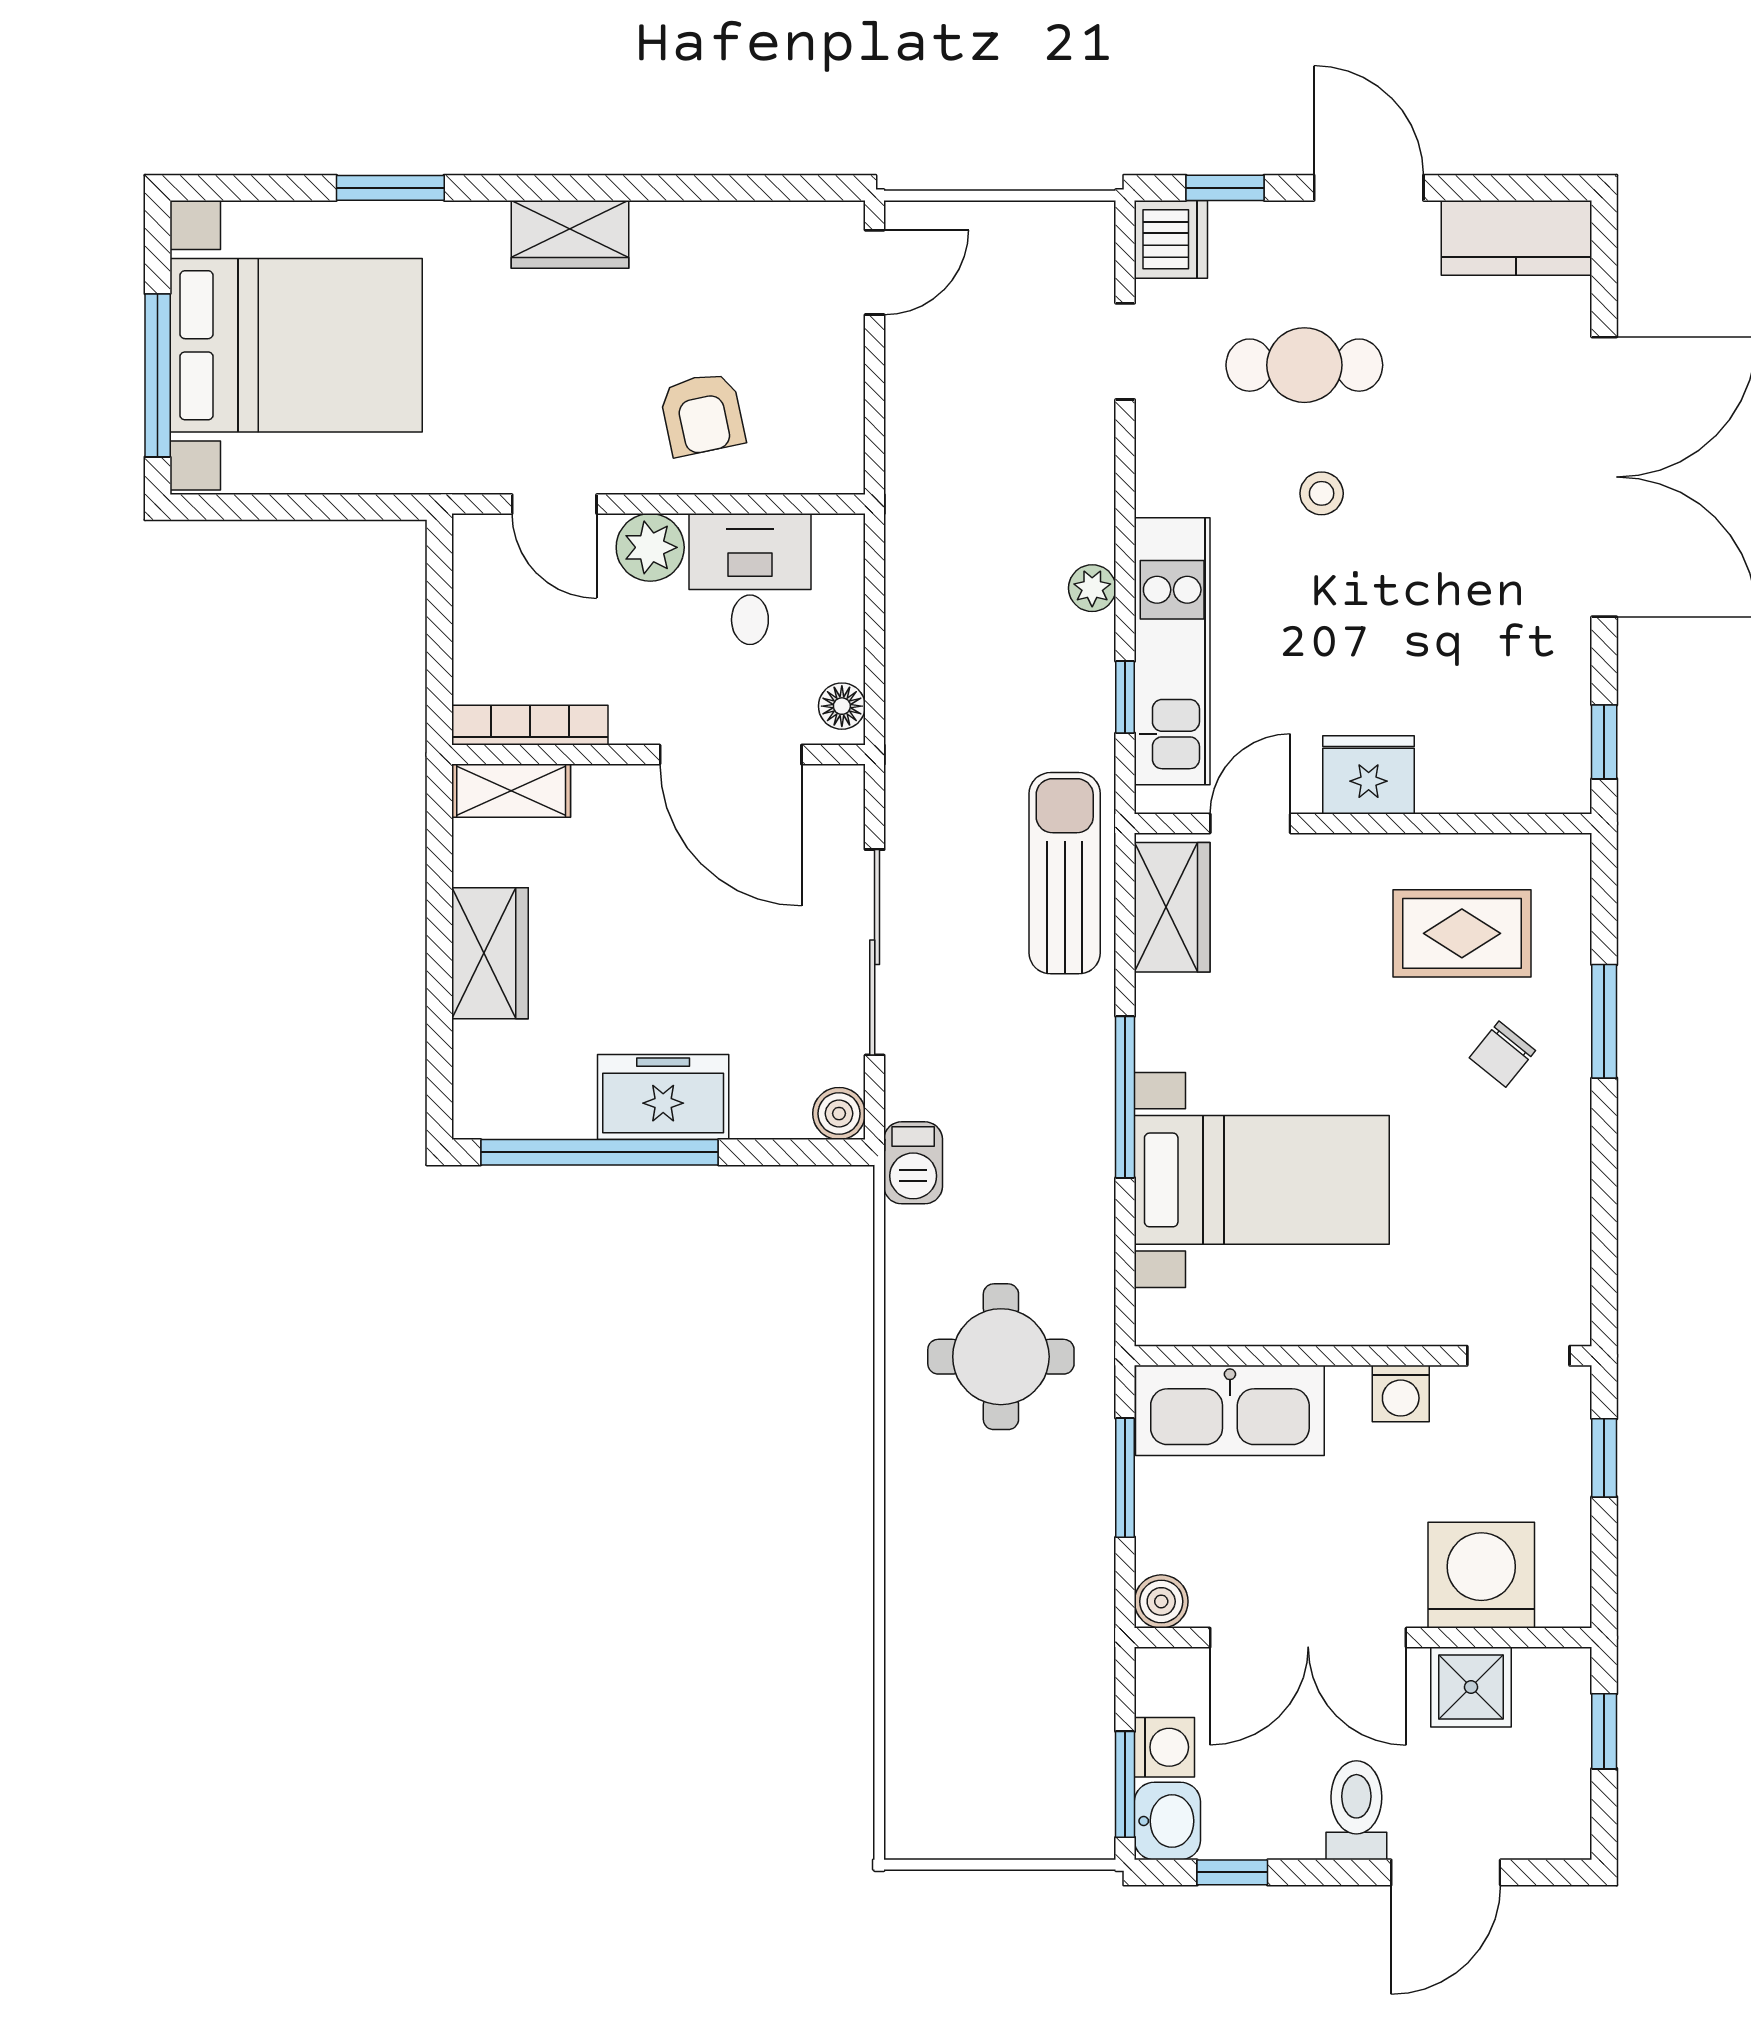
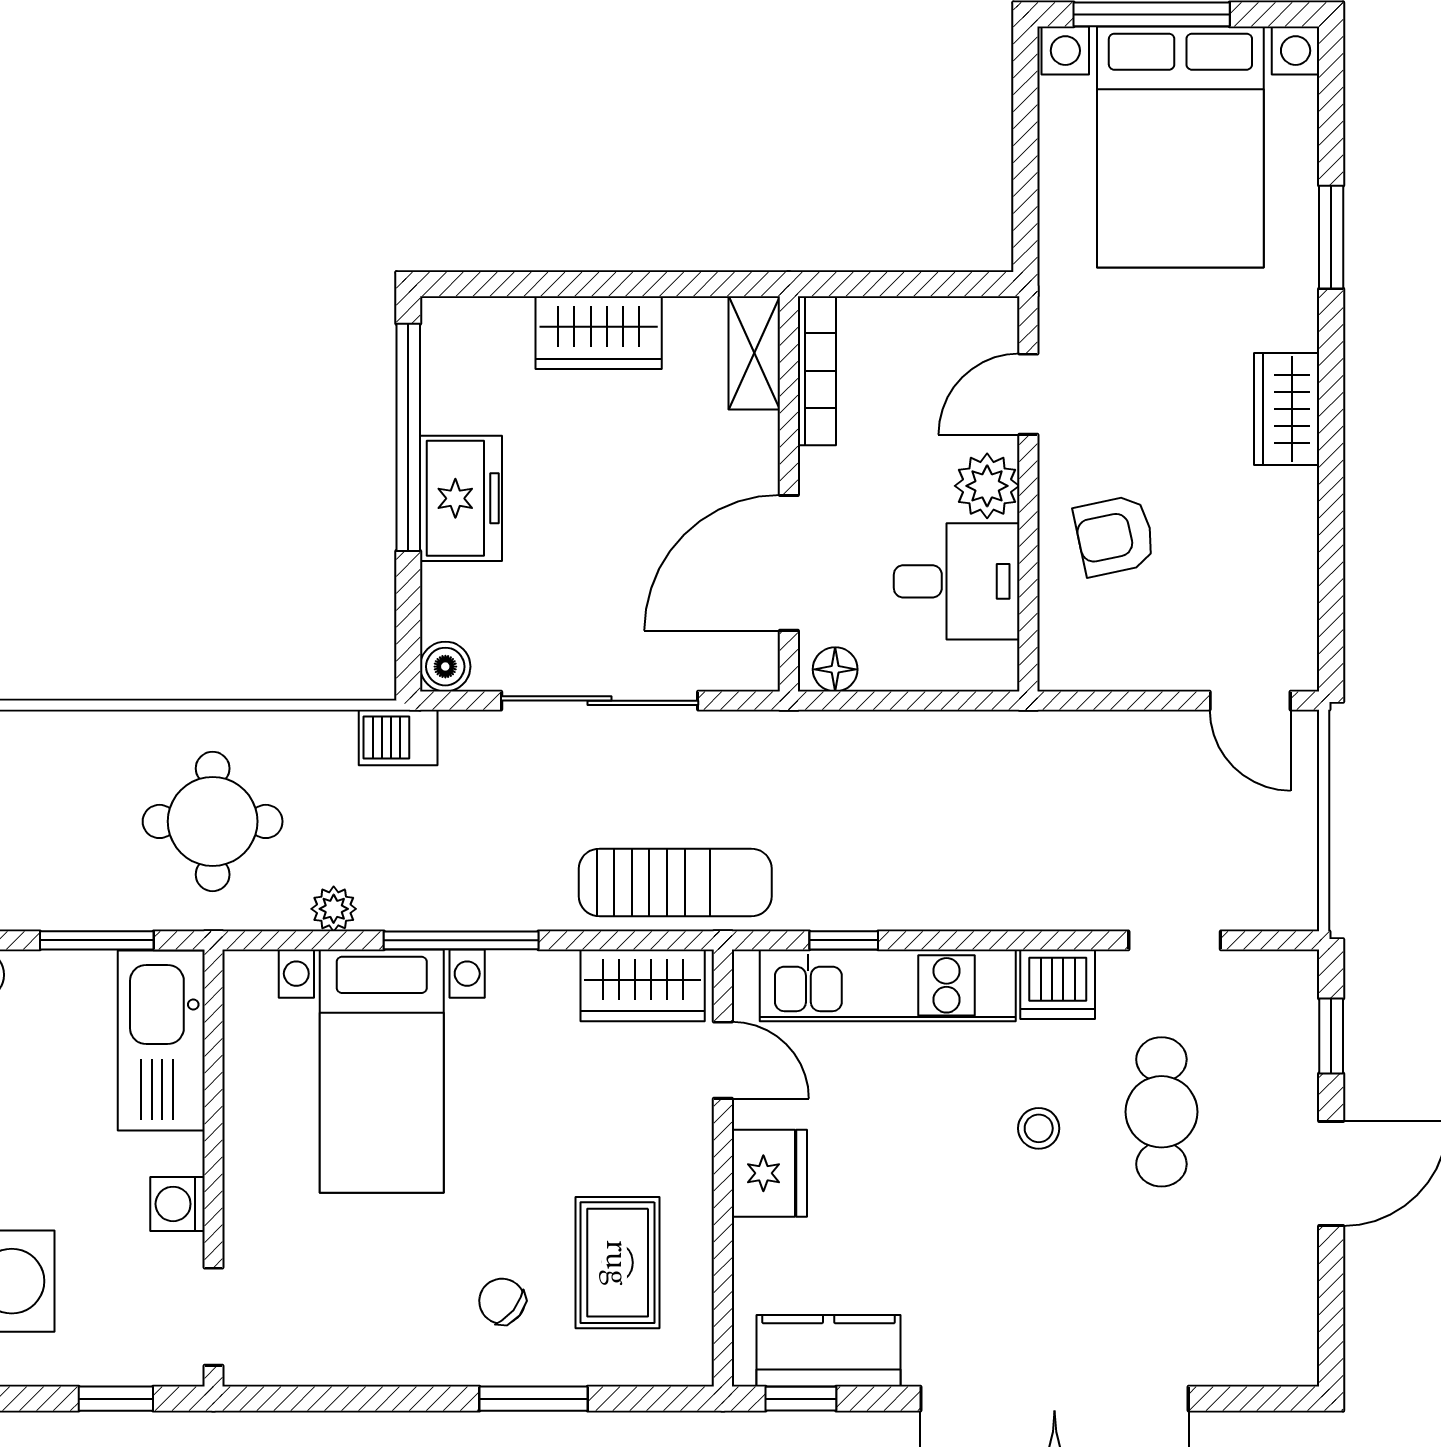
kitchen counter: (1516, 238) -> (829, 1351), moved, turned 90
dishwasher: (1171, 239) -> (1058, 984), moved
plant: (1092, 588) -> (334, 909), moved

